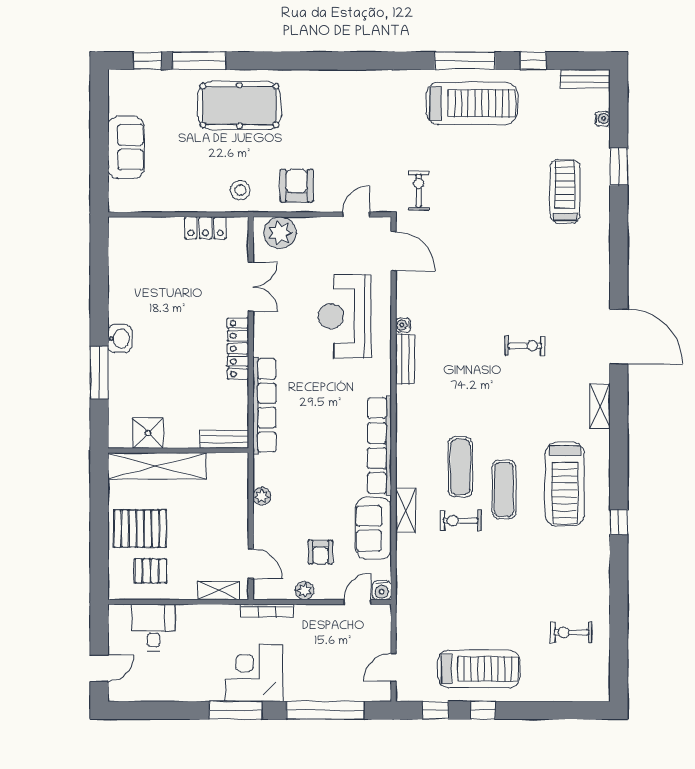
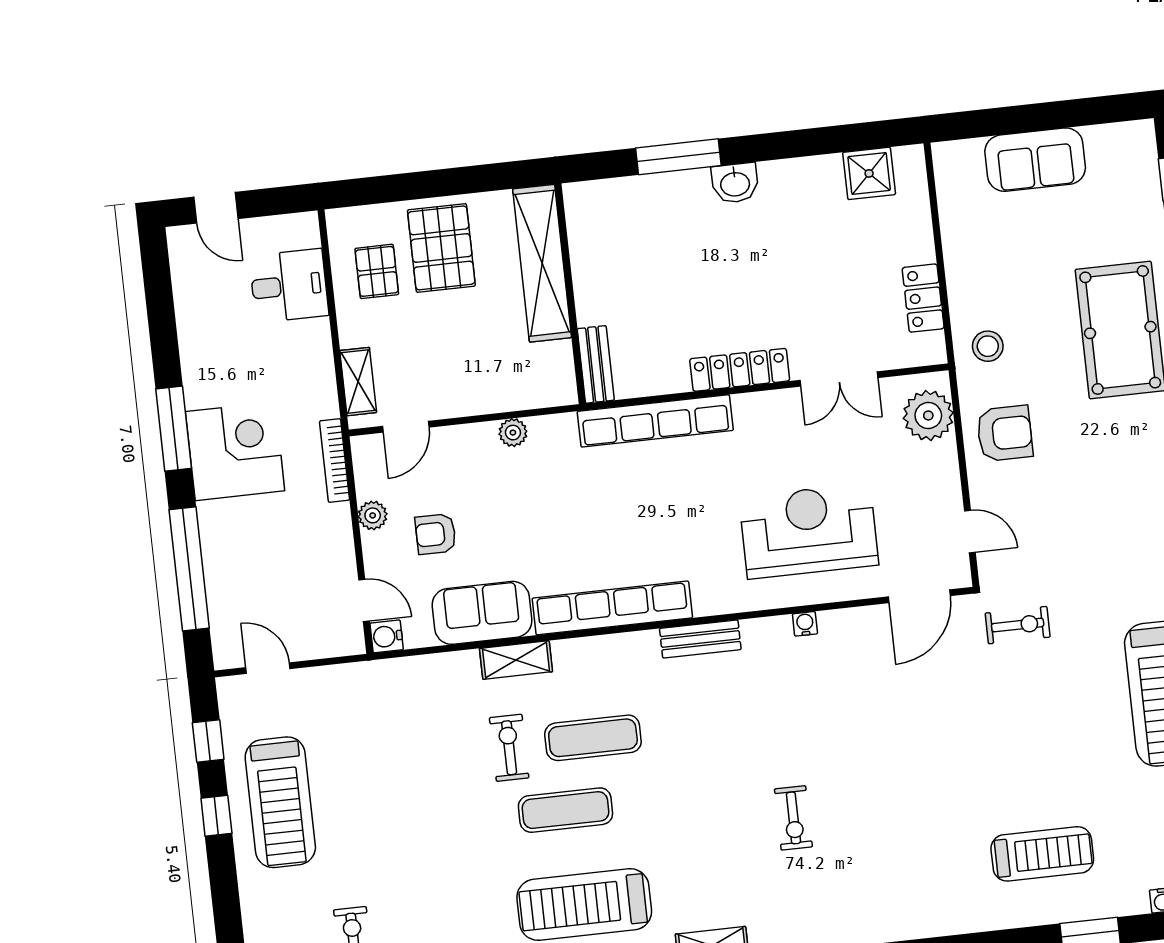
bench: (405, 359) -> (700, 639), moved
shower: (148, 433) -> (869, 173), moved

